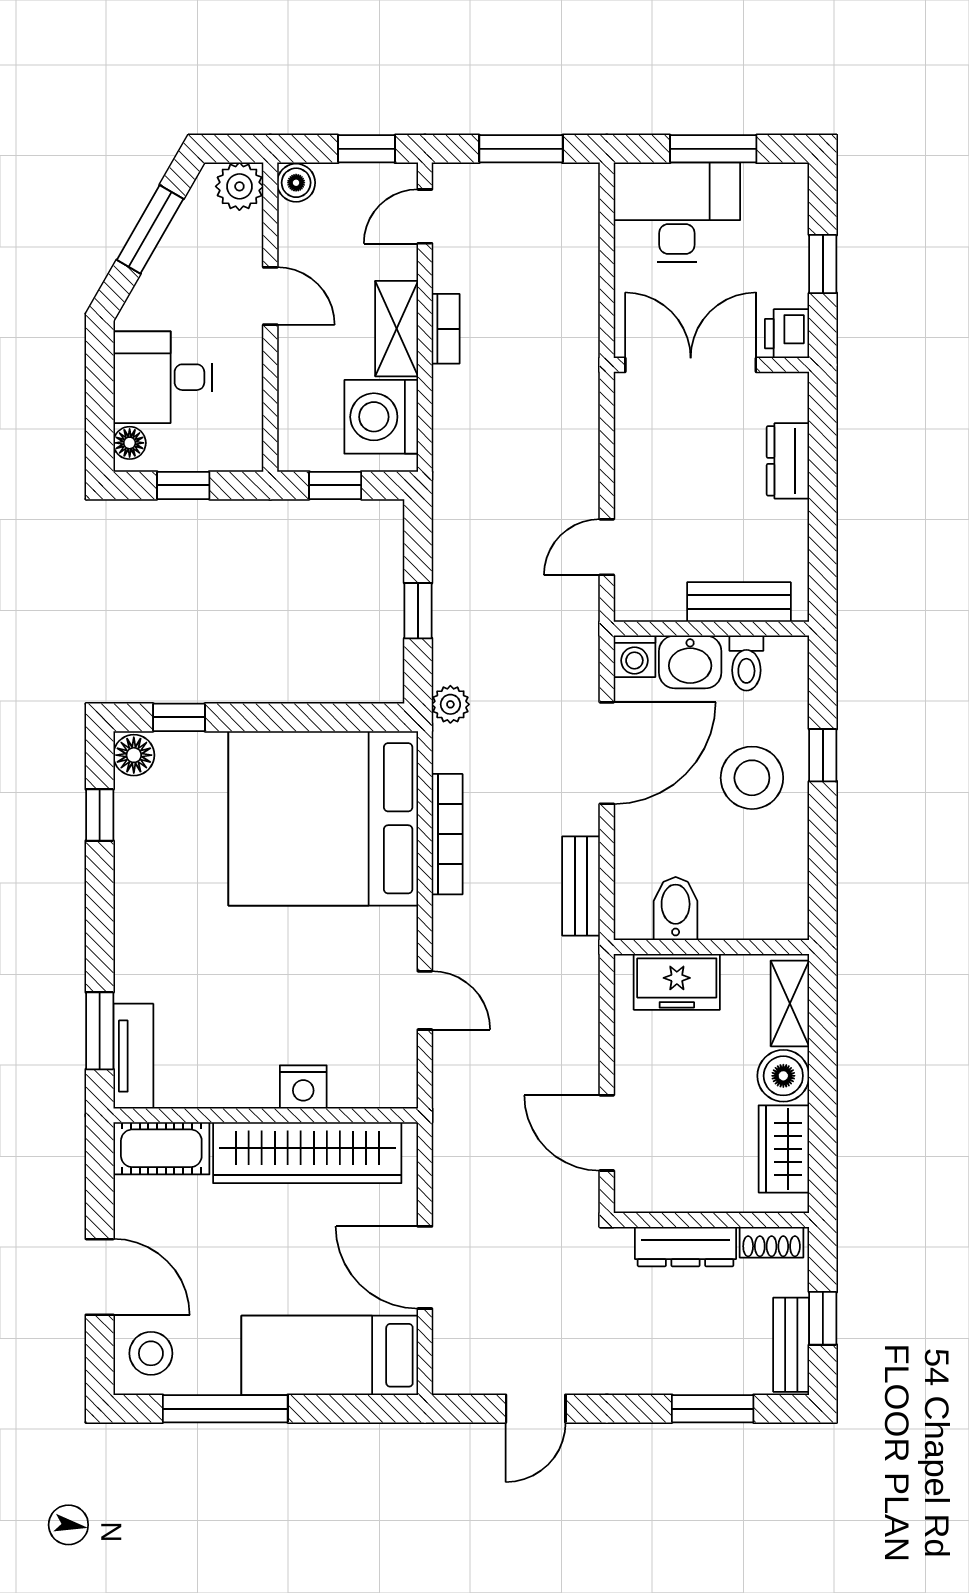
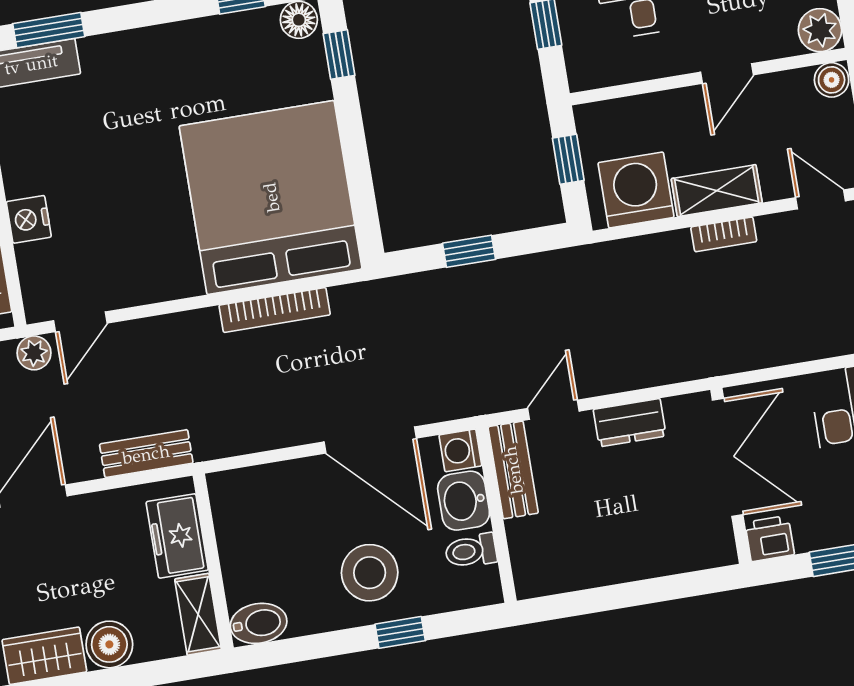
dresser: (788, 461) -> (630, 423), moved, turned 180
door: (607, 547) -> (553, 410), hinge flipped
bench: (739, 602) -> (513, 470), moved
plant: (450, 704) -> (34, 353), moved
bench: (581, 886) -> (146, 454), moved
bidet: (676, 909) -> (259, 623), moved
door: (425, 1000) -> (80, 322), moved
shelving: (790, 1003) -> (198, 614), moved, turned 90

